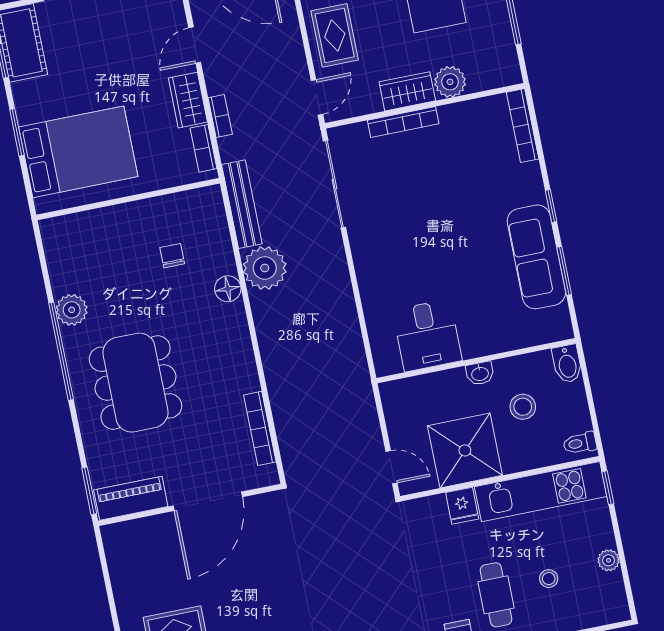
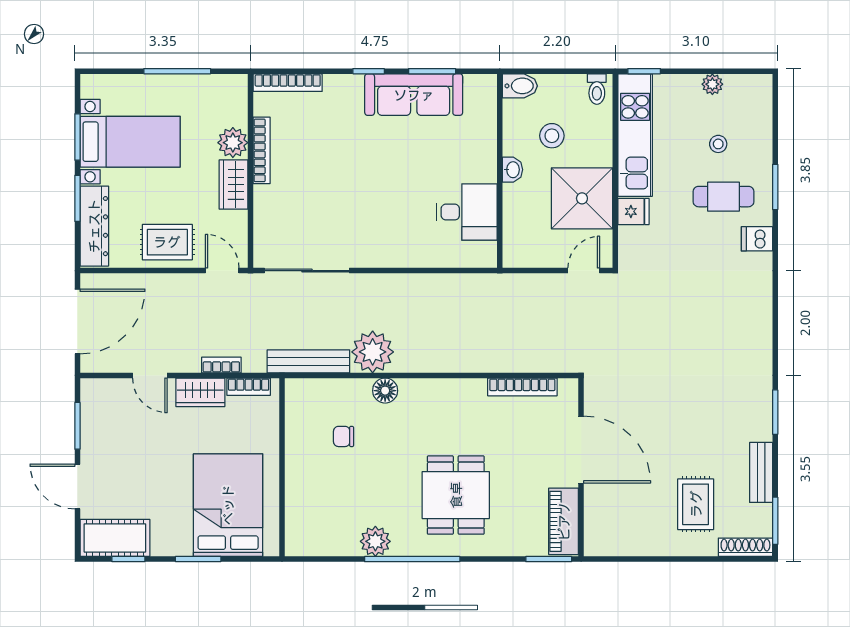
bookcase: (403, 122) -> (262, 150), moved
dining table: (135, 383) -> (456, 495), width x0.73

